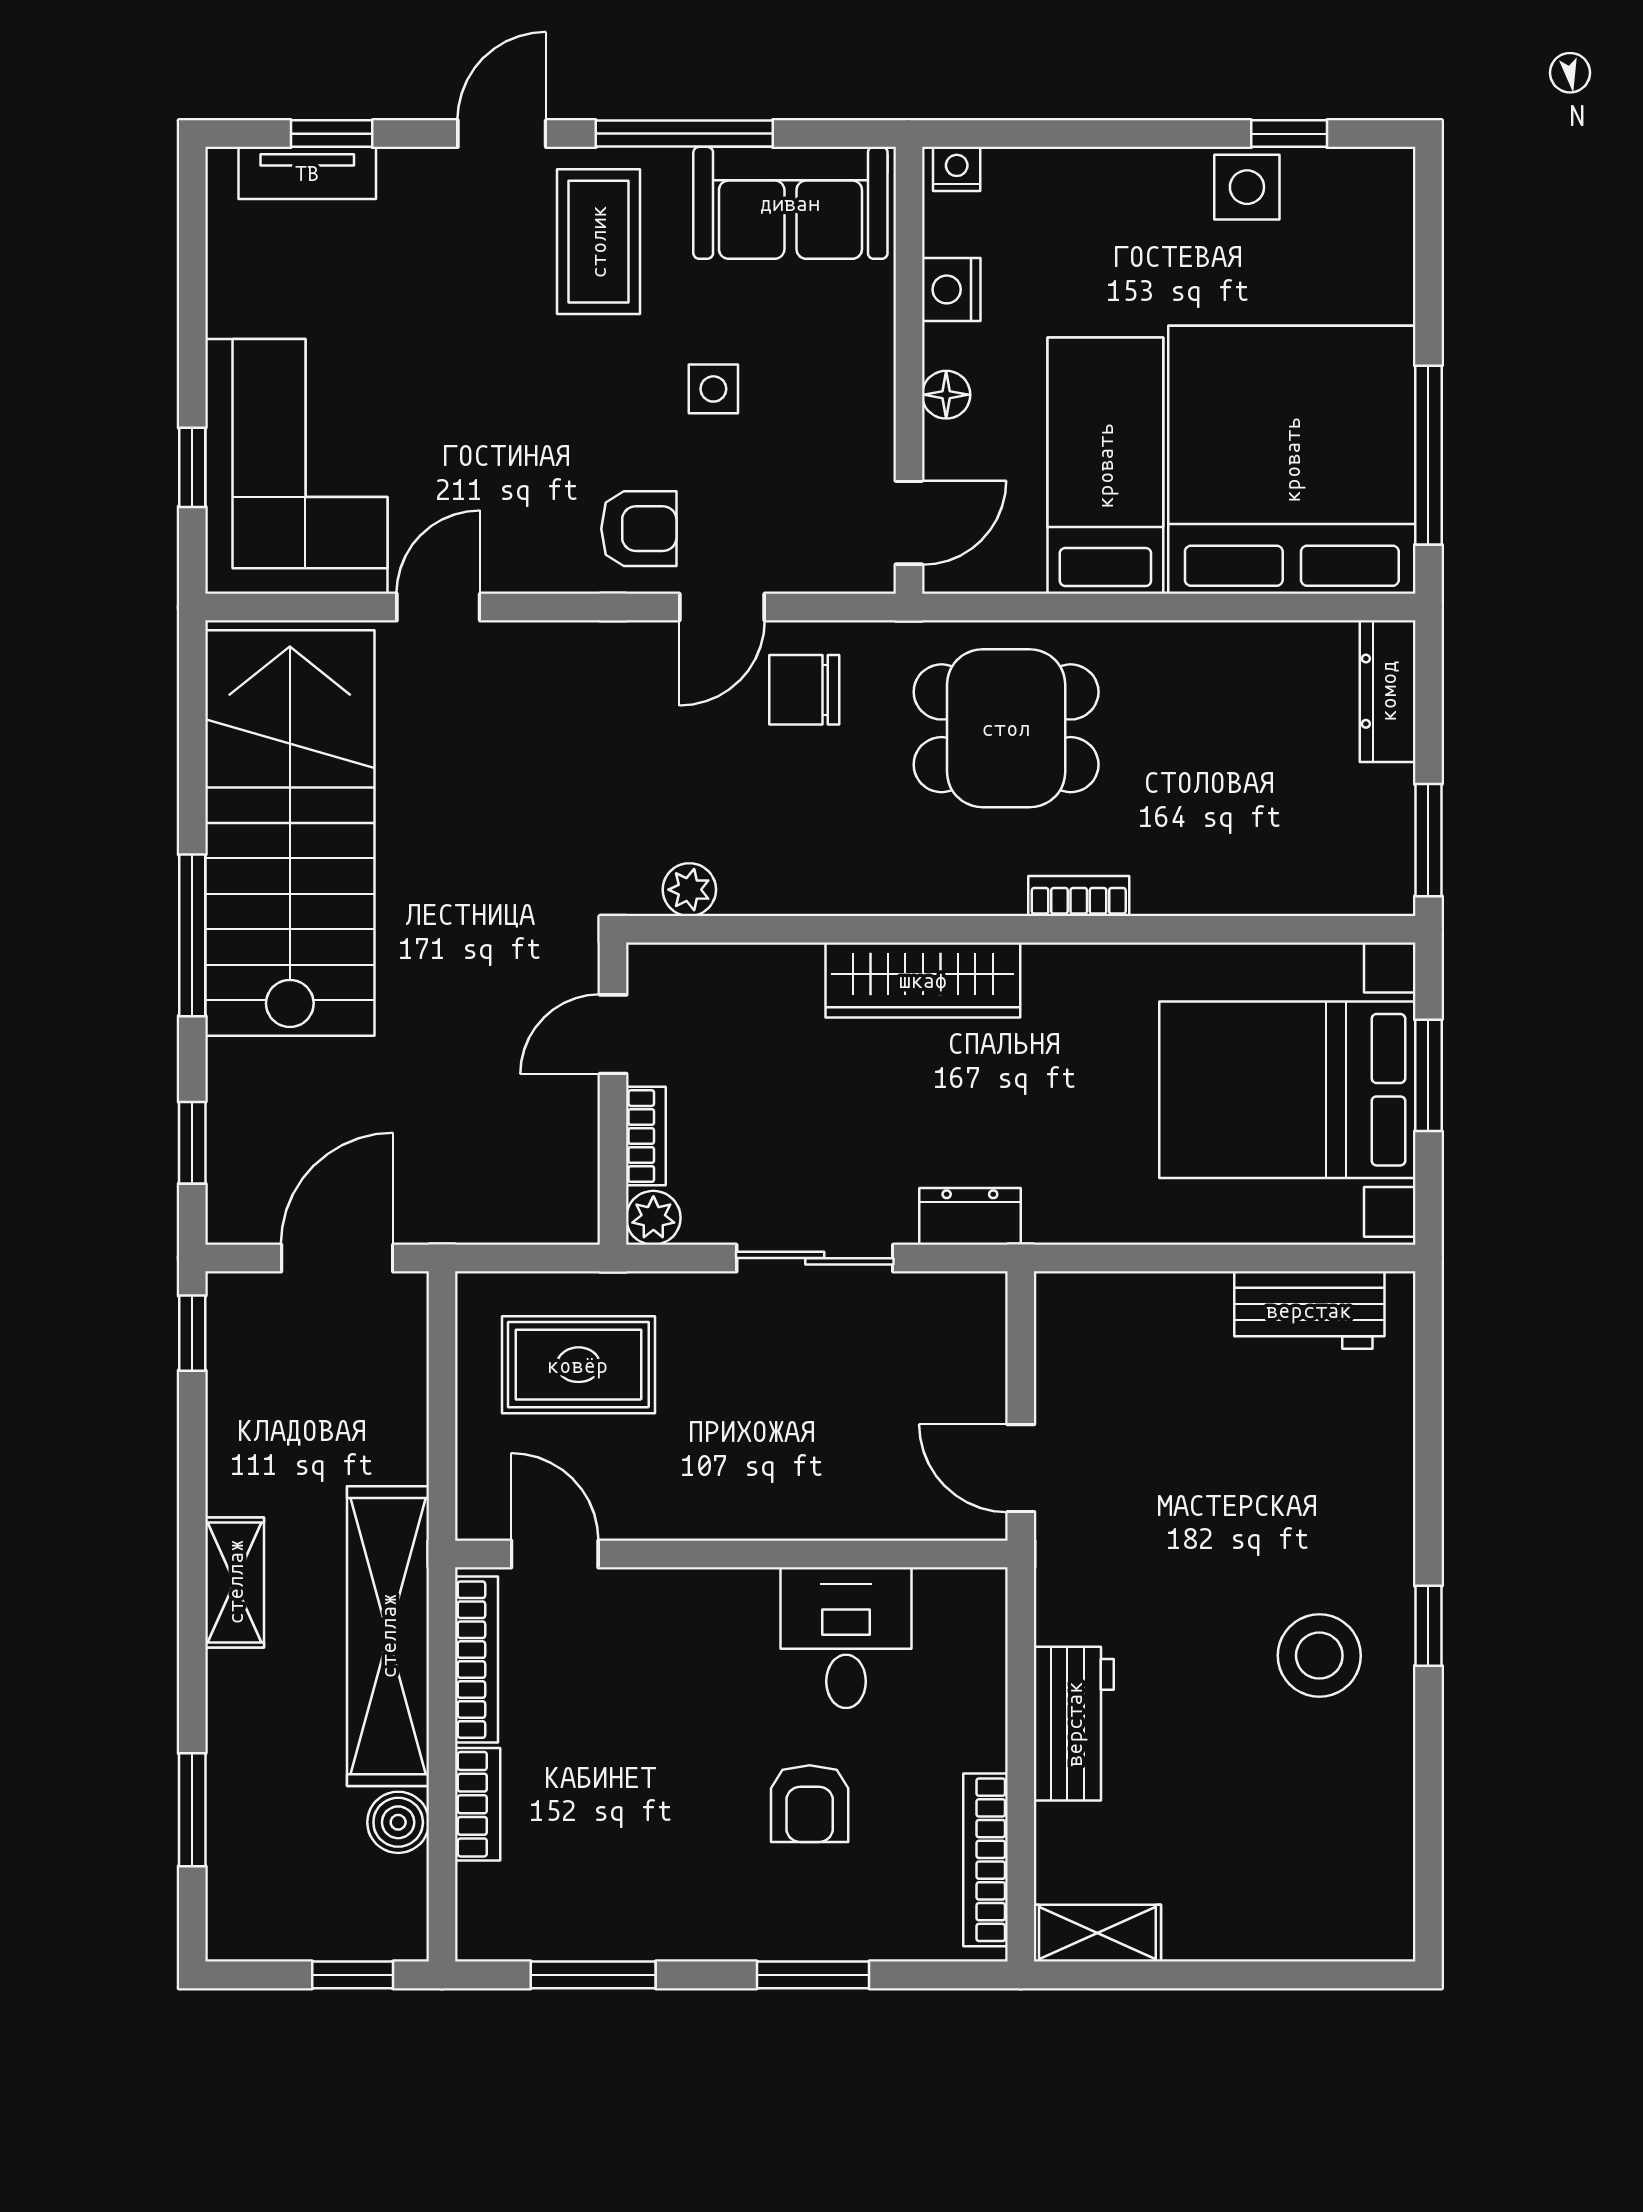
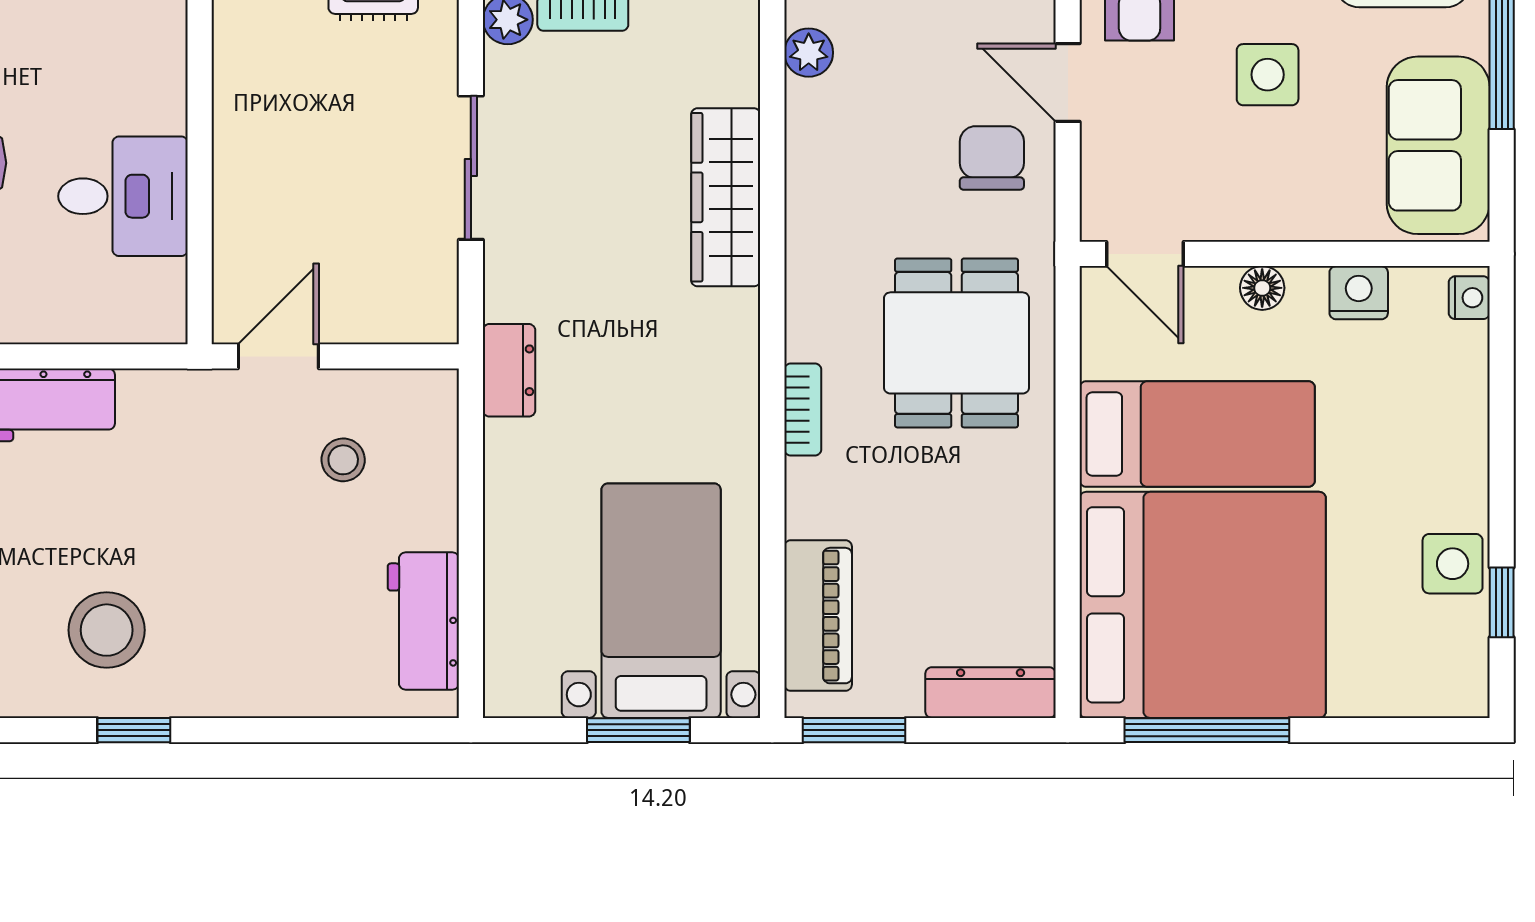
side table: (713, 389) -> (1268, 75), width x1.37, depth x1.37
piano: (1304, 879) -> (818, 616), added
wardrobe: (923, 980) -> (726, 197), moved
bed with nightstands: (1287, 1090) -> (661, 601), width x0.73
dresser: (970, 1216) -> (509, 370), moved
stool: (1134, 1397) -> (343, 460), added

